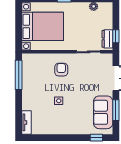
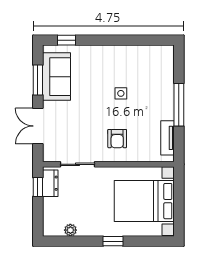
window: (19, 75) -> (179, 105), moved
tv unit: (27, 122) -> (168, 138), moved

